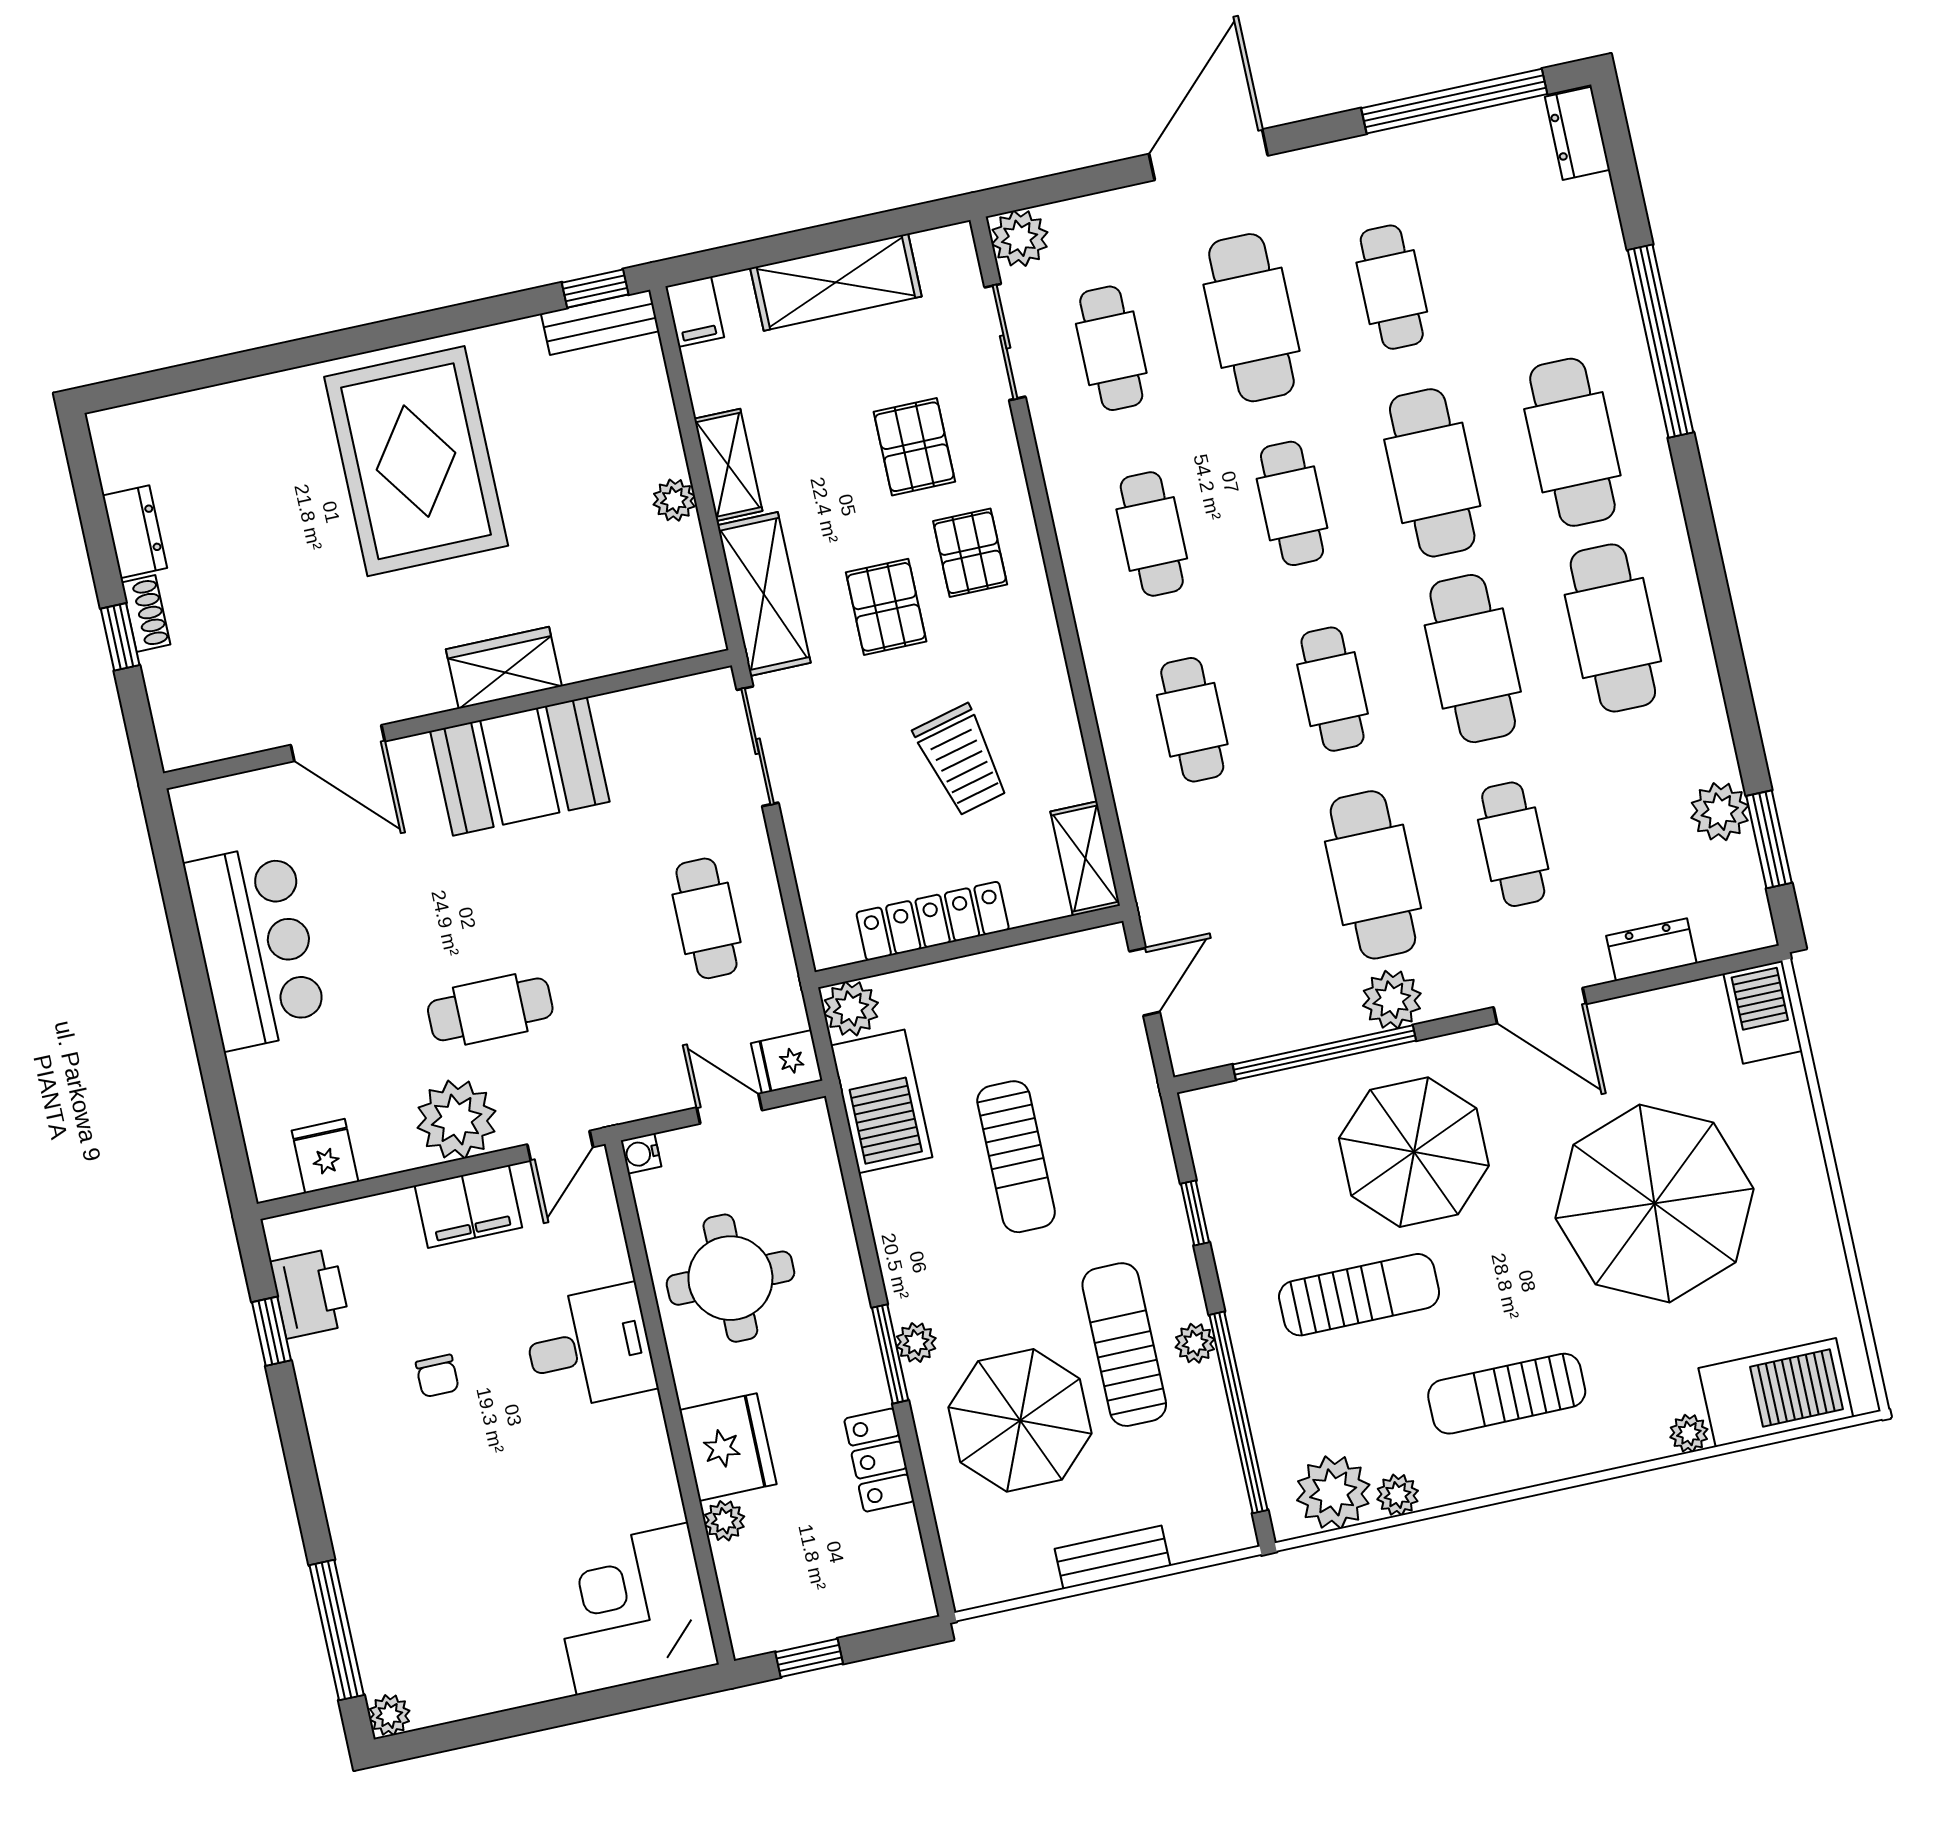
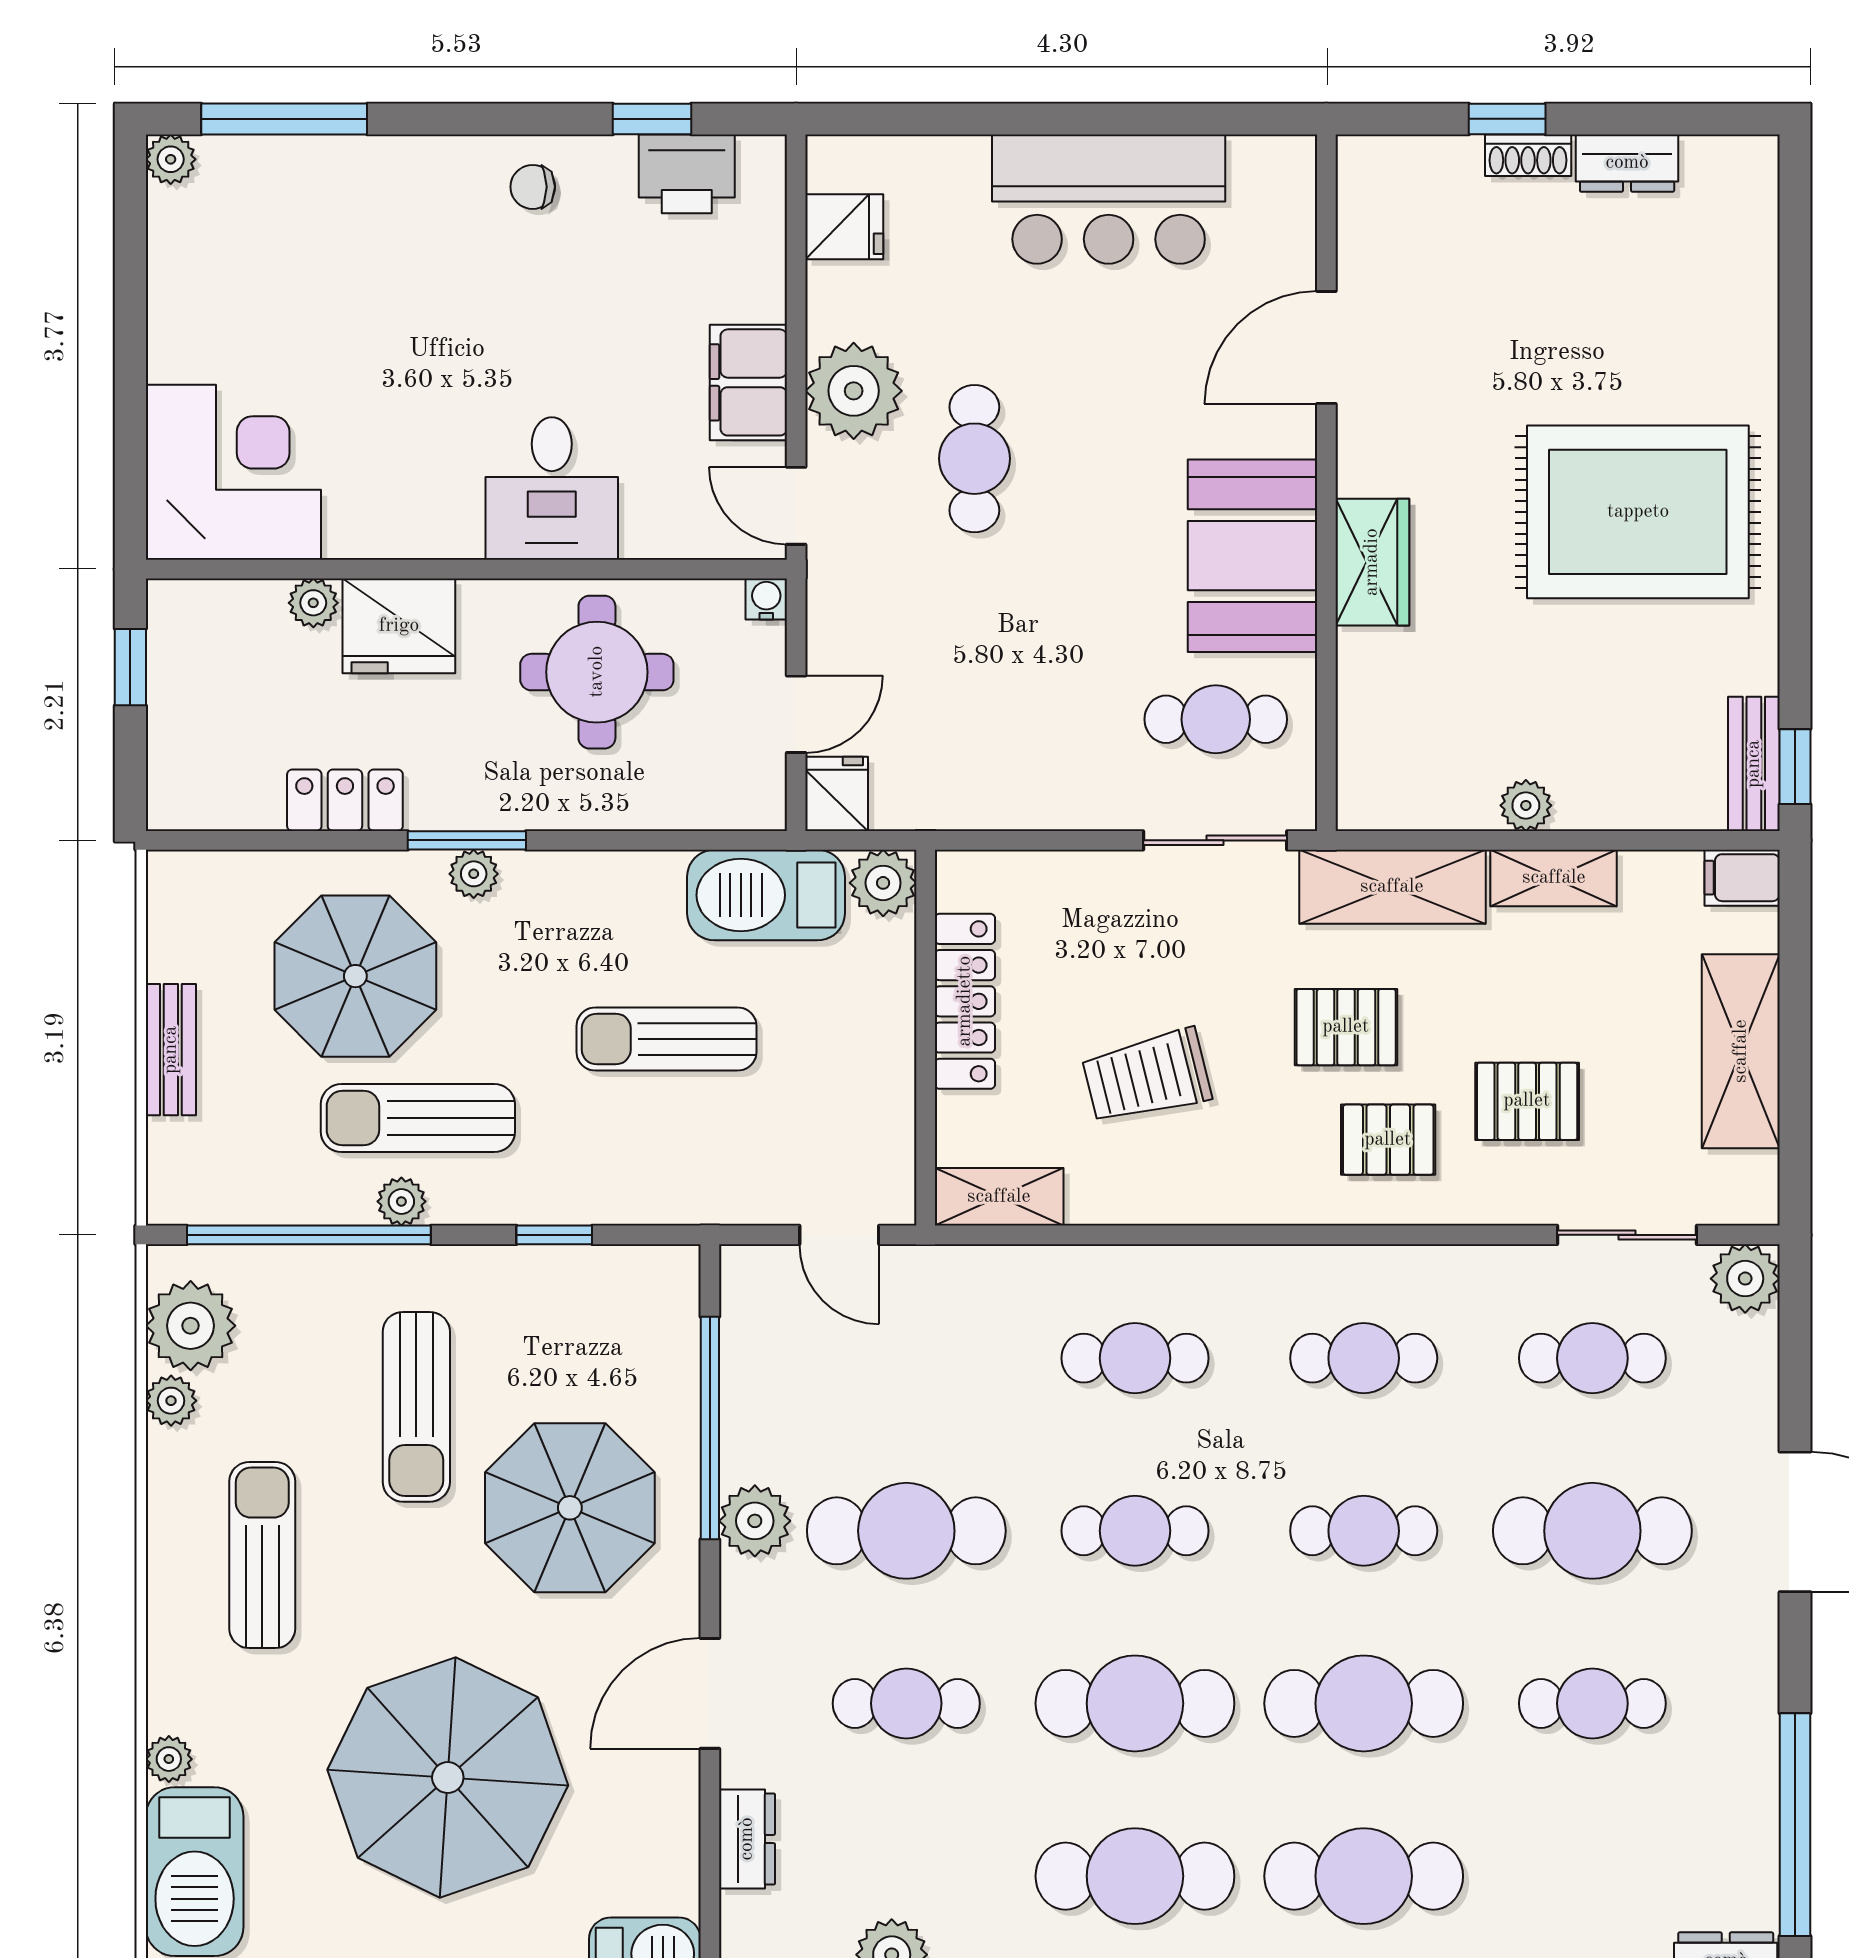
cafe table: (706, 918) -> (1216, 719), moved
sun lounger: (1124, 1345) -> (418, 1118), turned 180
chair: (437, 1376) -> (533, 187), moved

